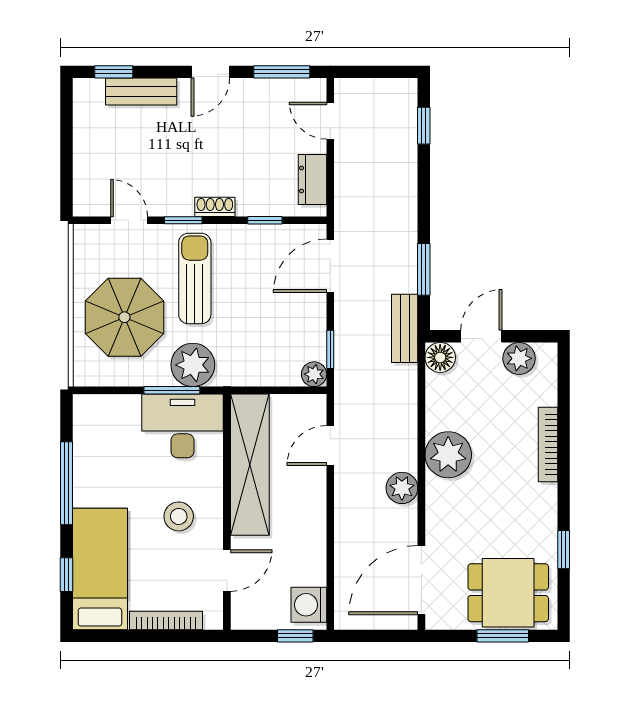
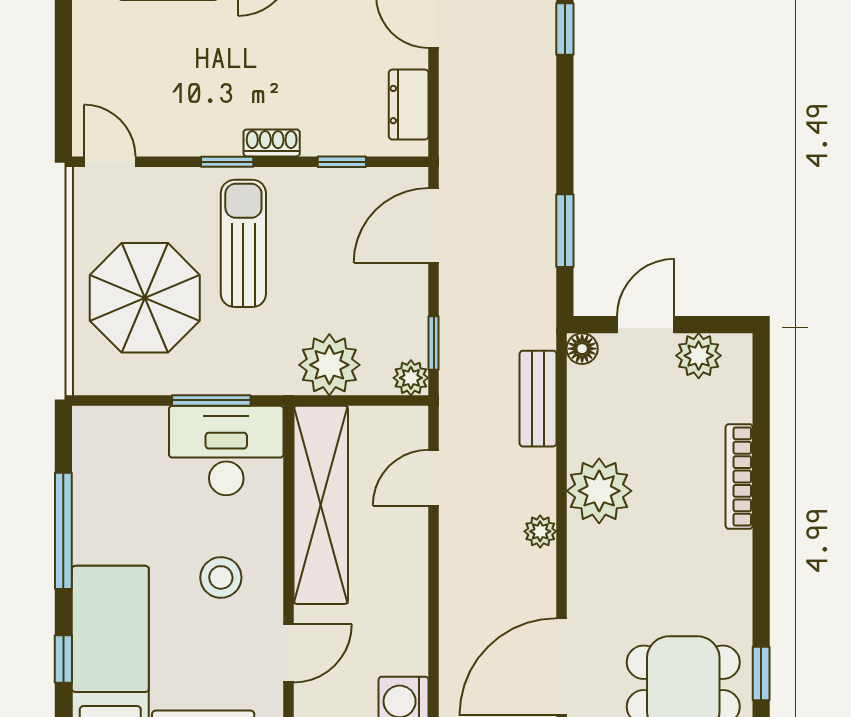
door: (129, 220) -> (110, 162), moved
bench: (405, 328) -> (538, 399), moved
floor lamp: (440, 357) -> (582, 349), width x0.73, depth x0.73
plant: (193, 365) -> (329, 365), moved
plant: (402, 488) -> (540, 531), width x0.73, depth x0.73
window: (564, 550) -> (761, 674), moved

